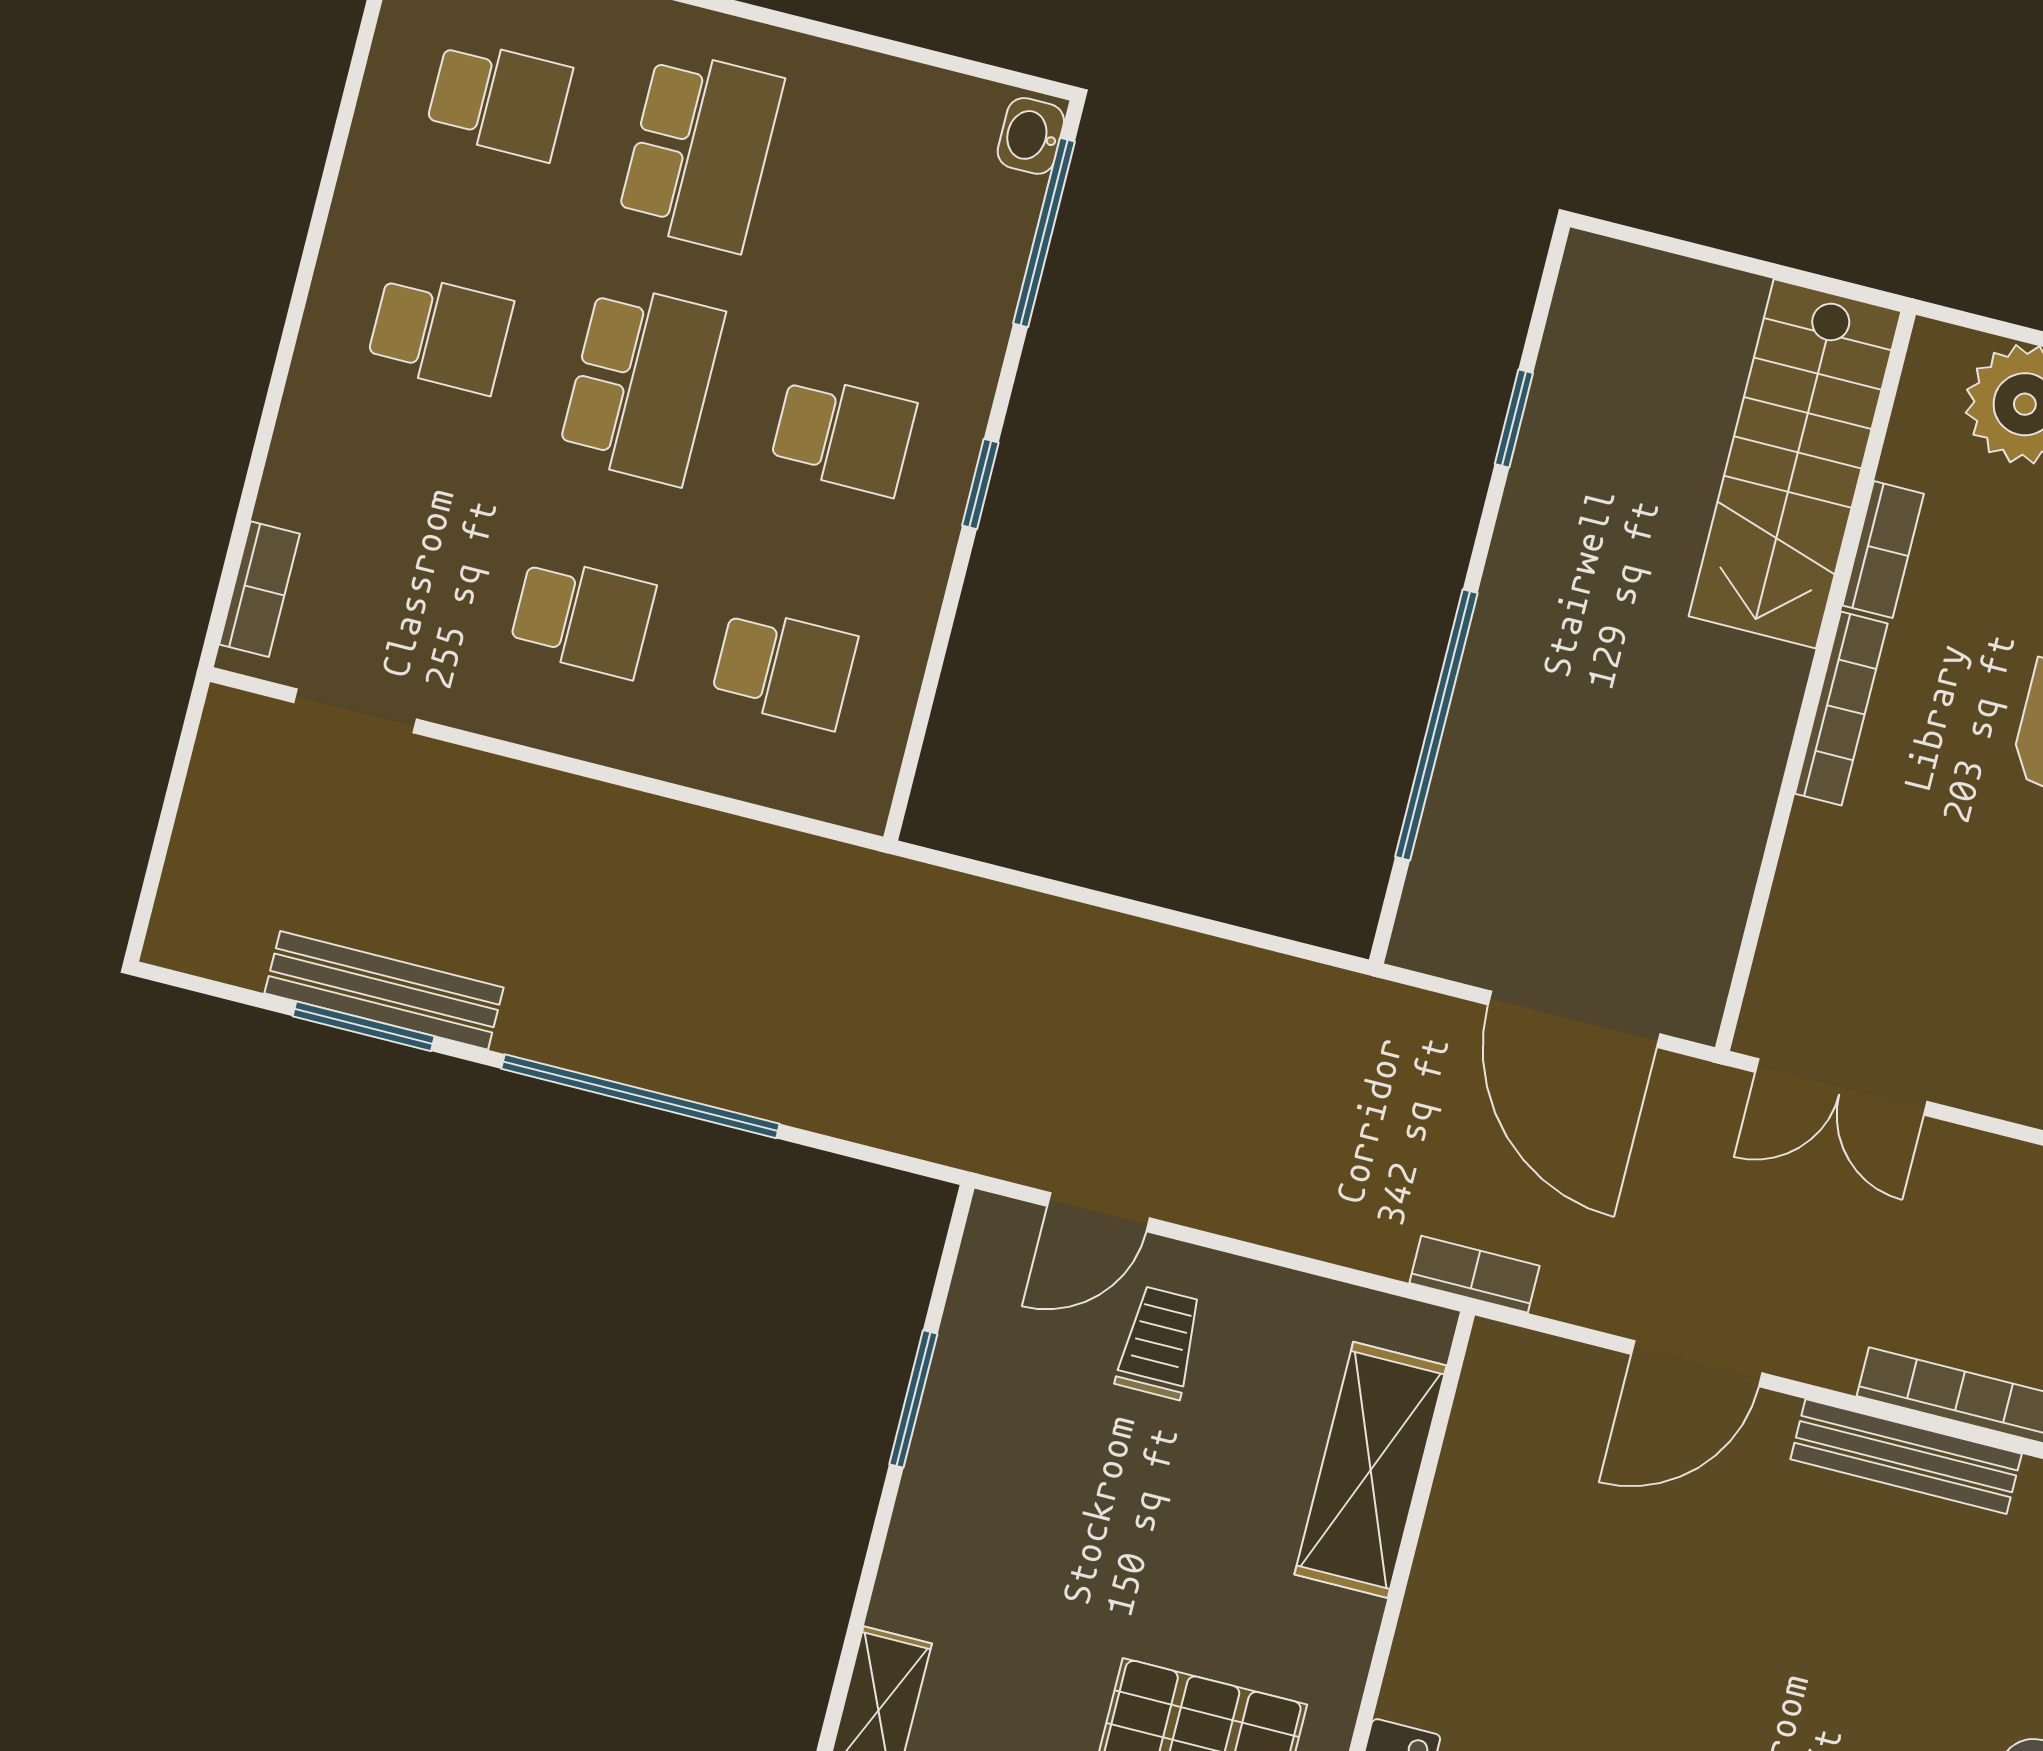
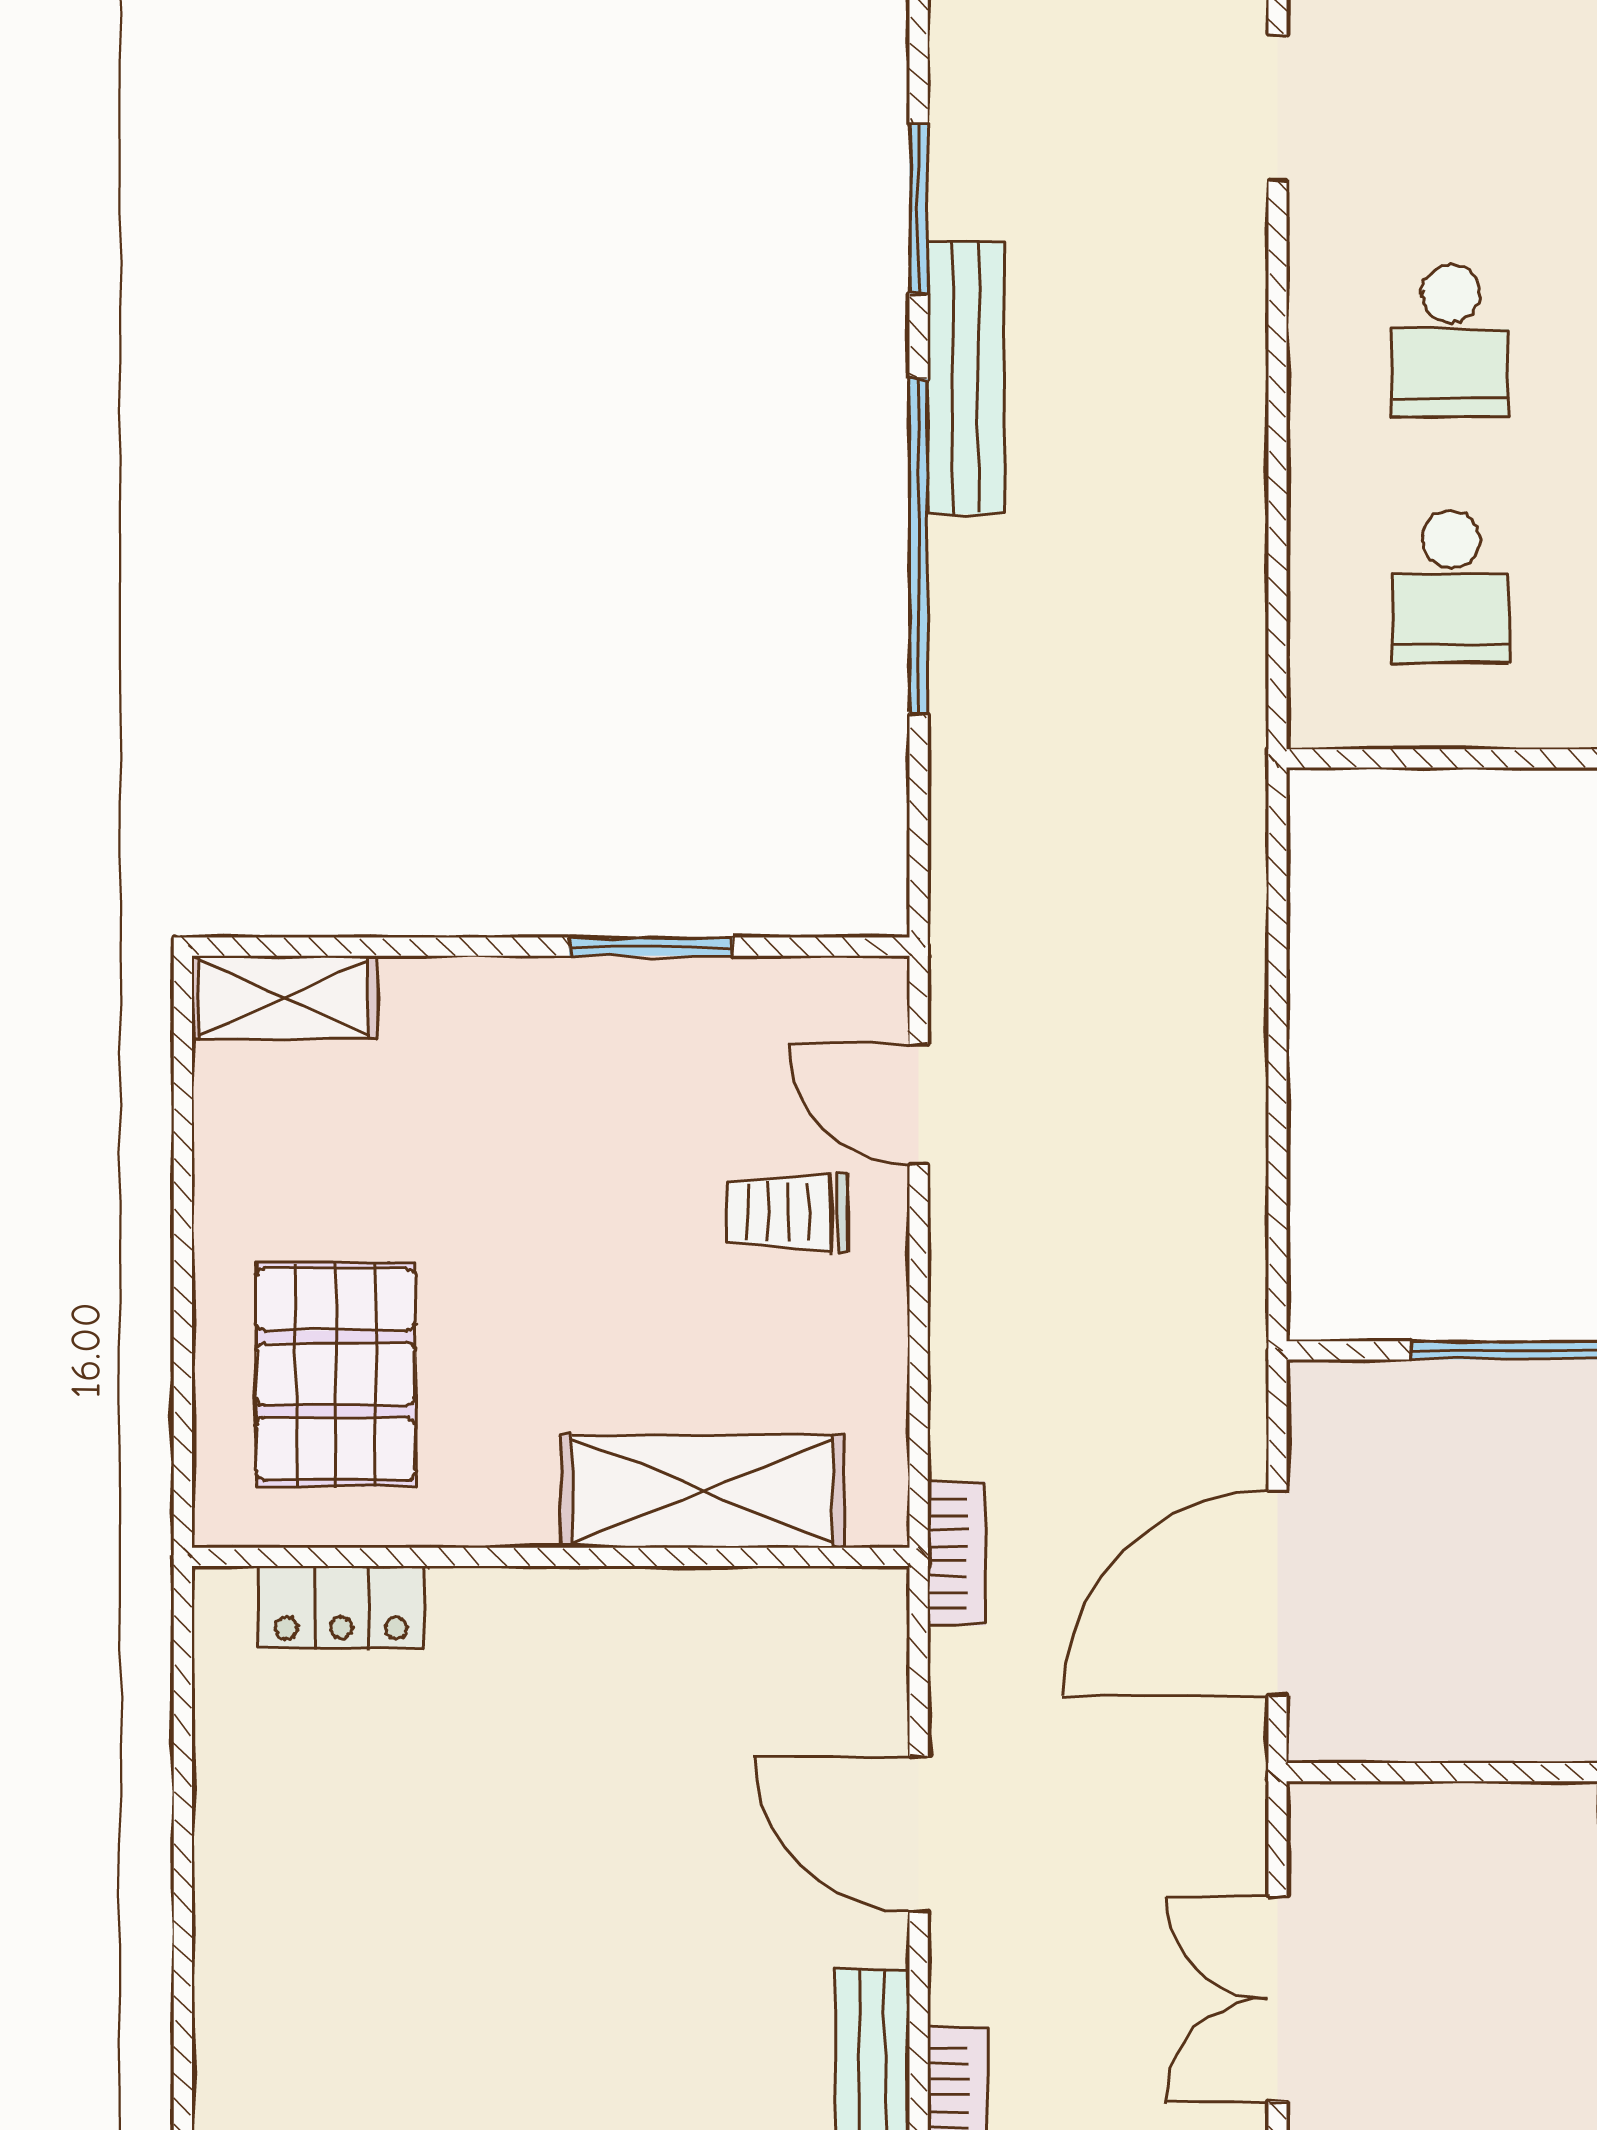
bench: (384, 990) -> (966, 378), moved
double door: (1841, 1087) -> (1278, 1999), moved
trolley: (1159, 1343) -> (787, 1212), turned 180

